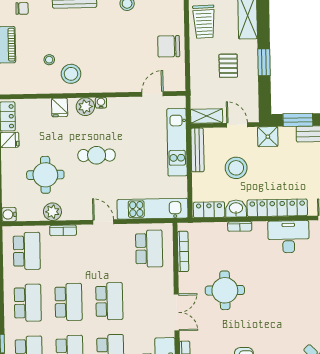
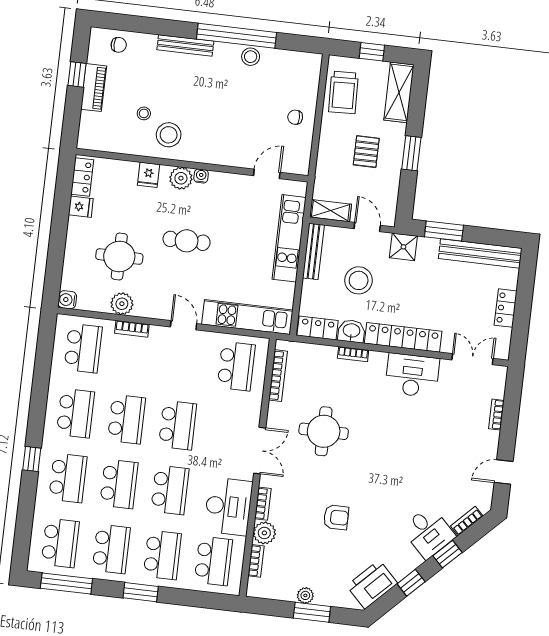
chair: (169, 46) -> (295, 117), width x0.54, depth x0.54

